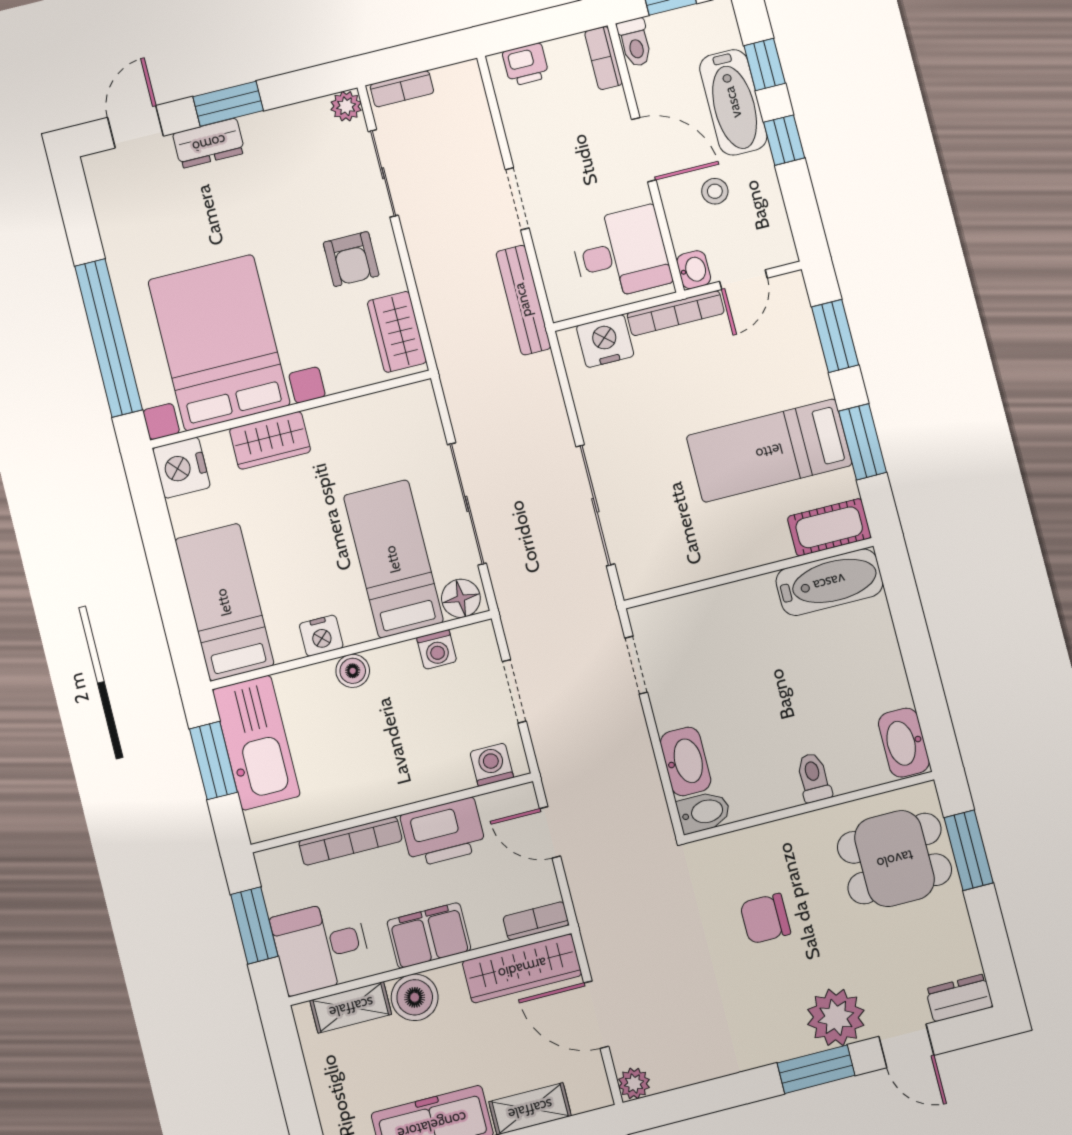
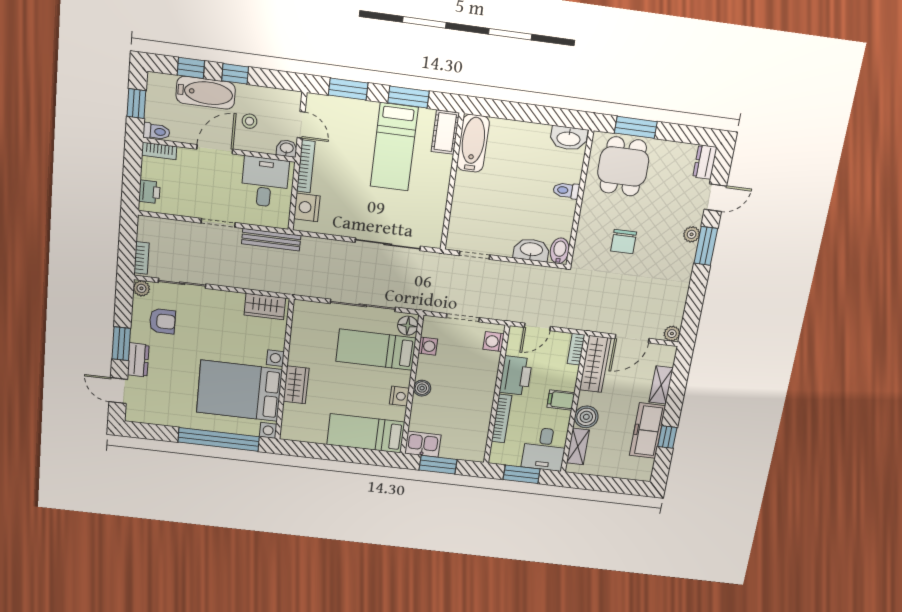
armchair: (351, 259) -> (162, 321), moved
nightstand: (181, 468) -> (294, 429), removed
kitchen sink: (256, 743) -> (423, 444), width x0.53, depth x0.81
filing cabinet: (429, 935) -> (561, 400), width x0.50
plant: (836, 1017) -> (692, 234), width x0.53, depth x0.53

